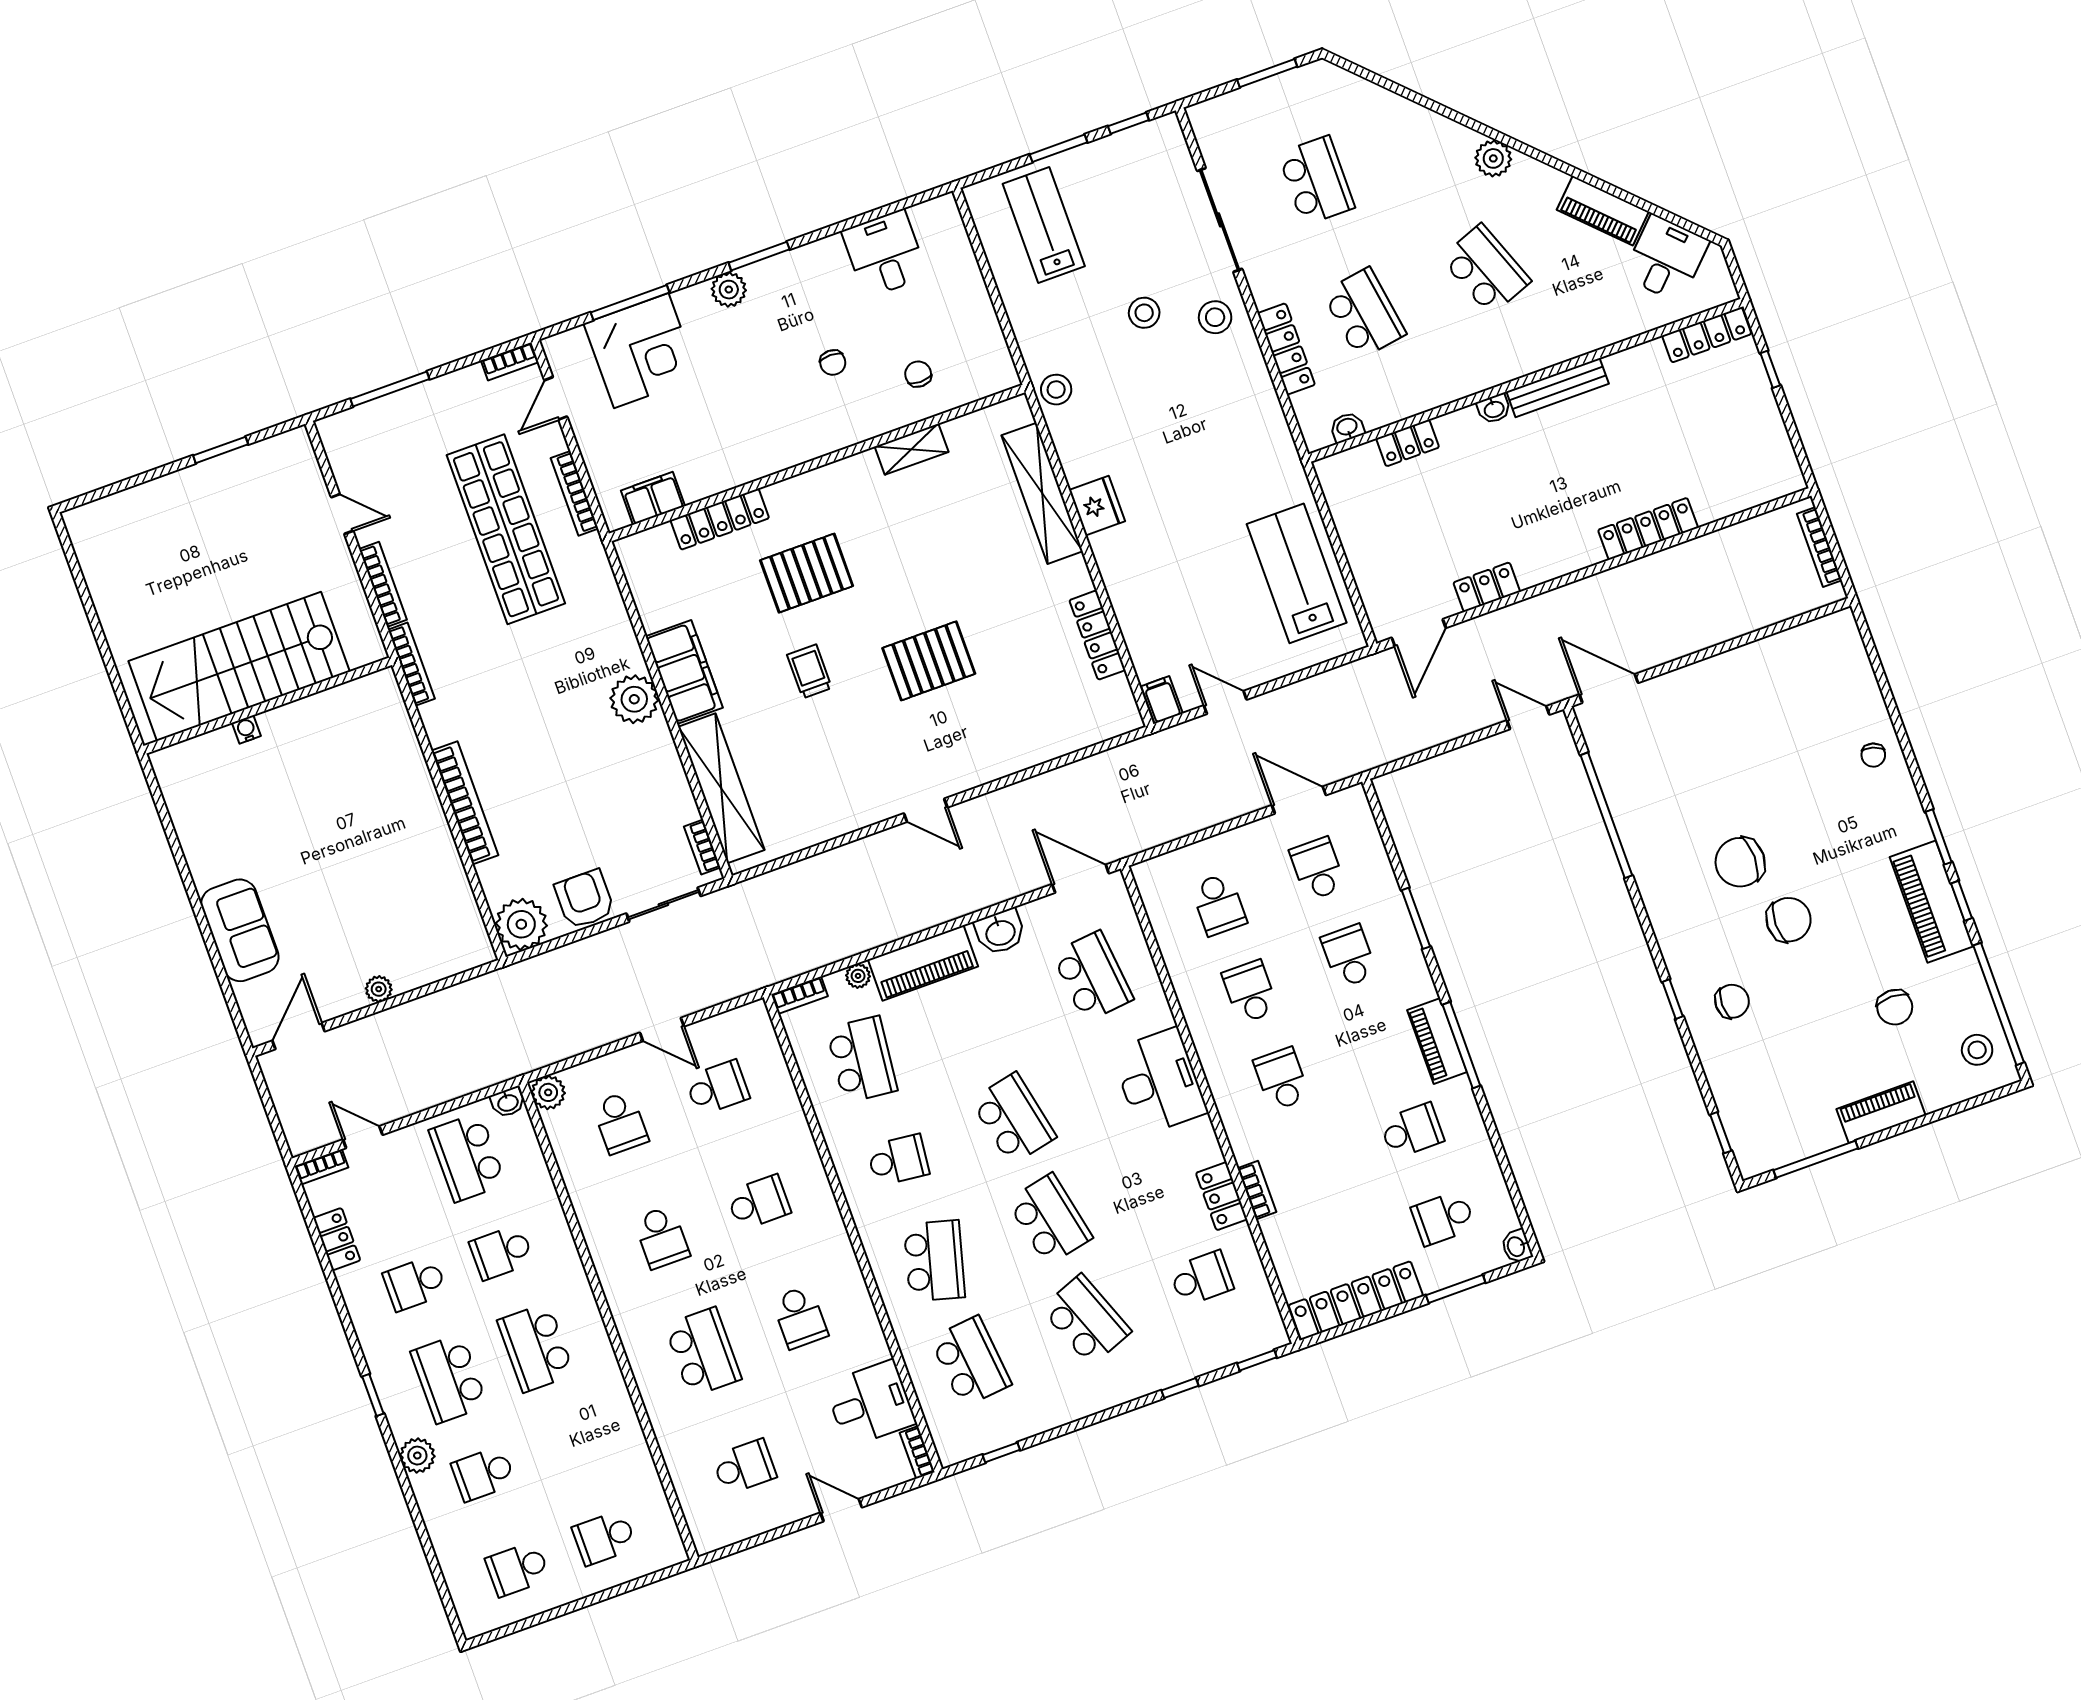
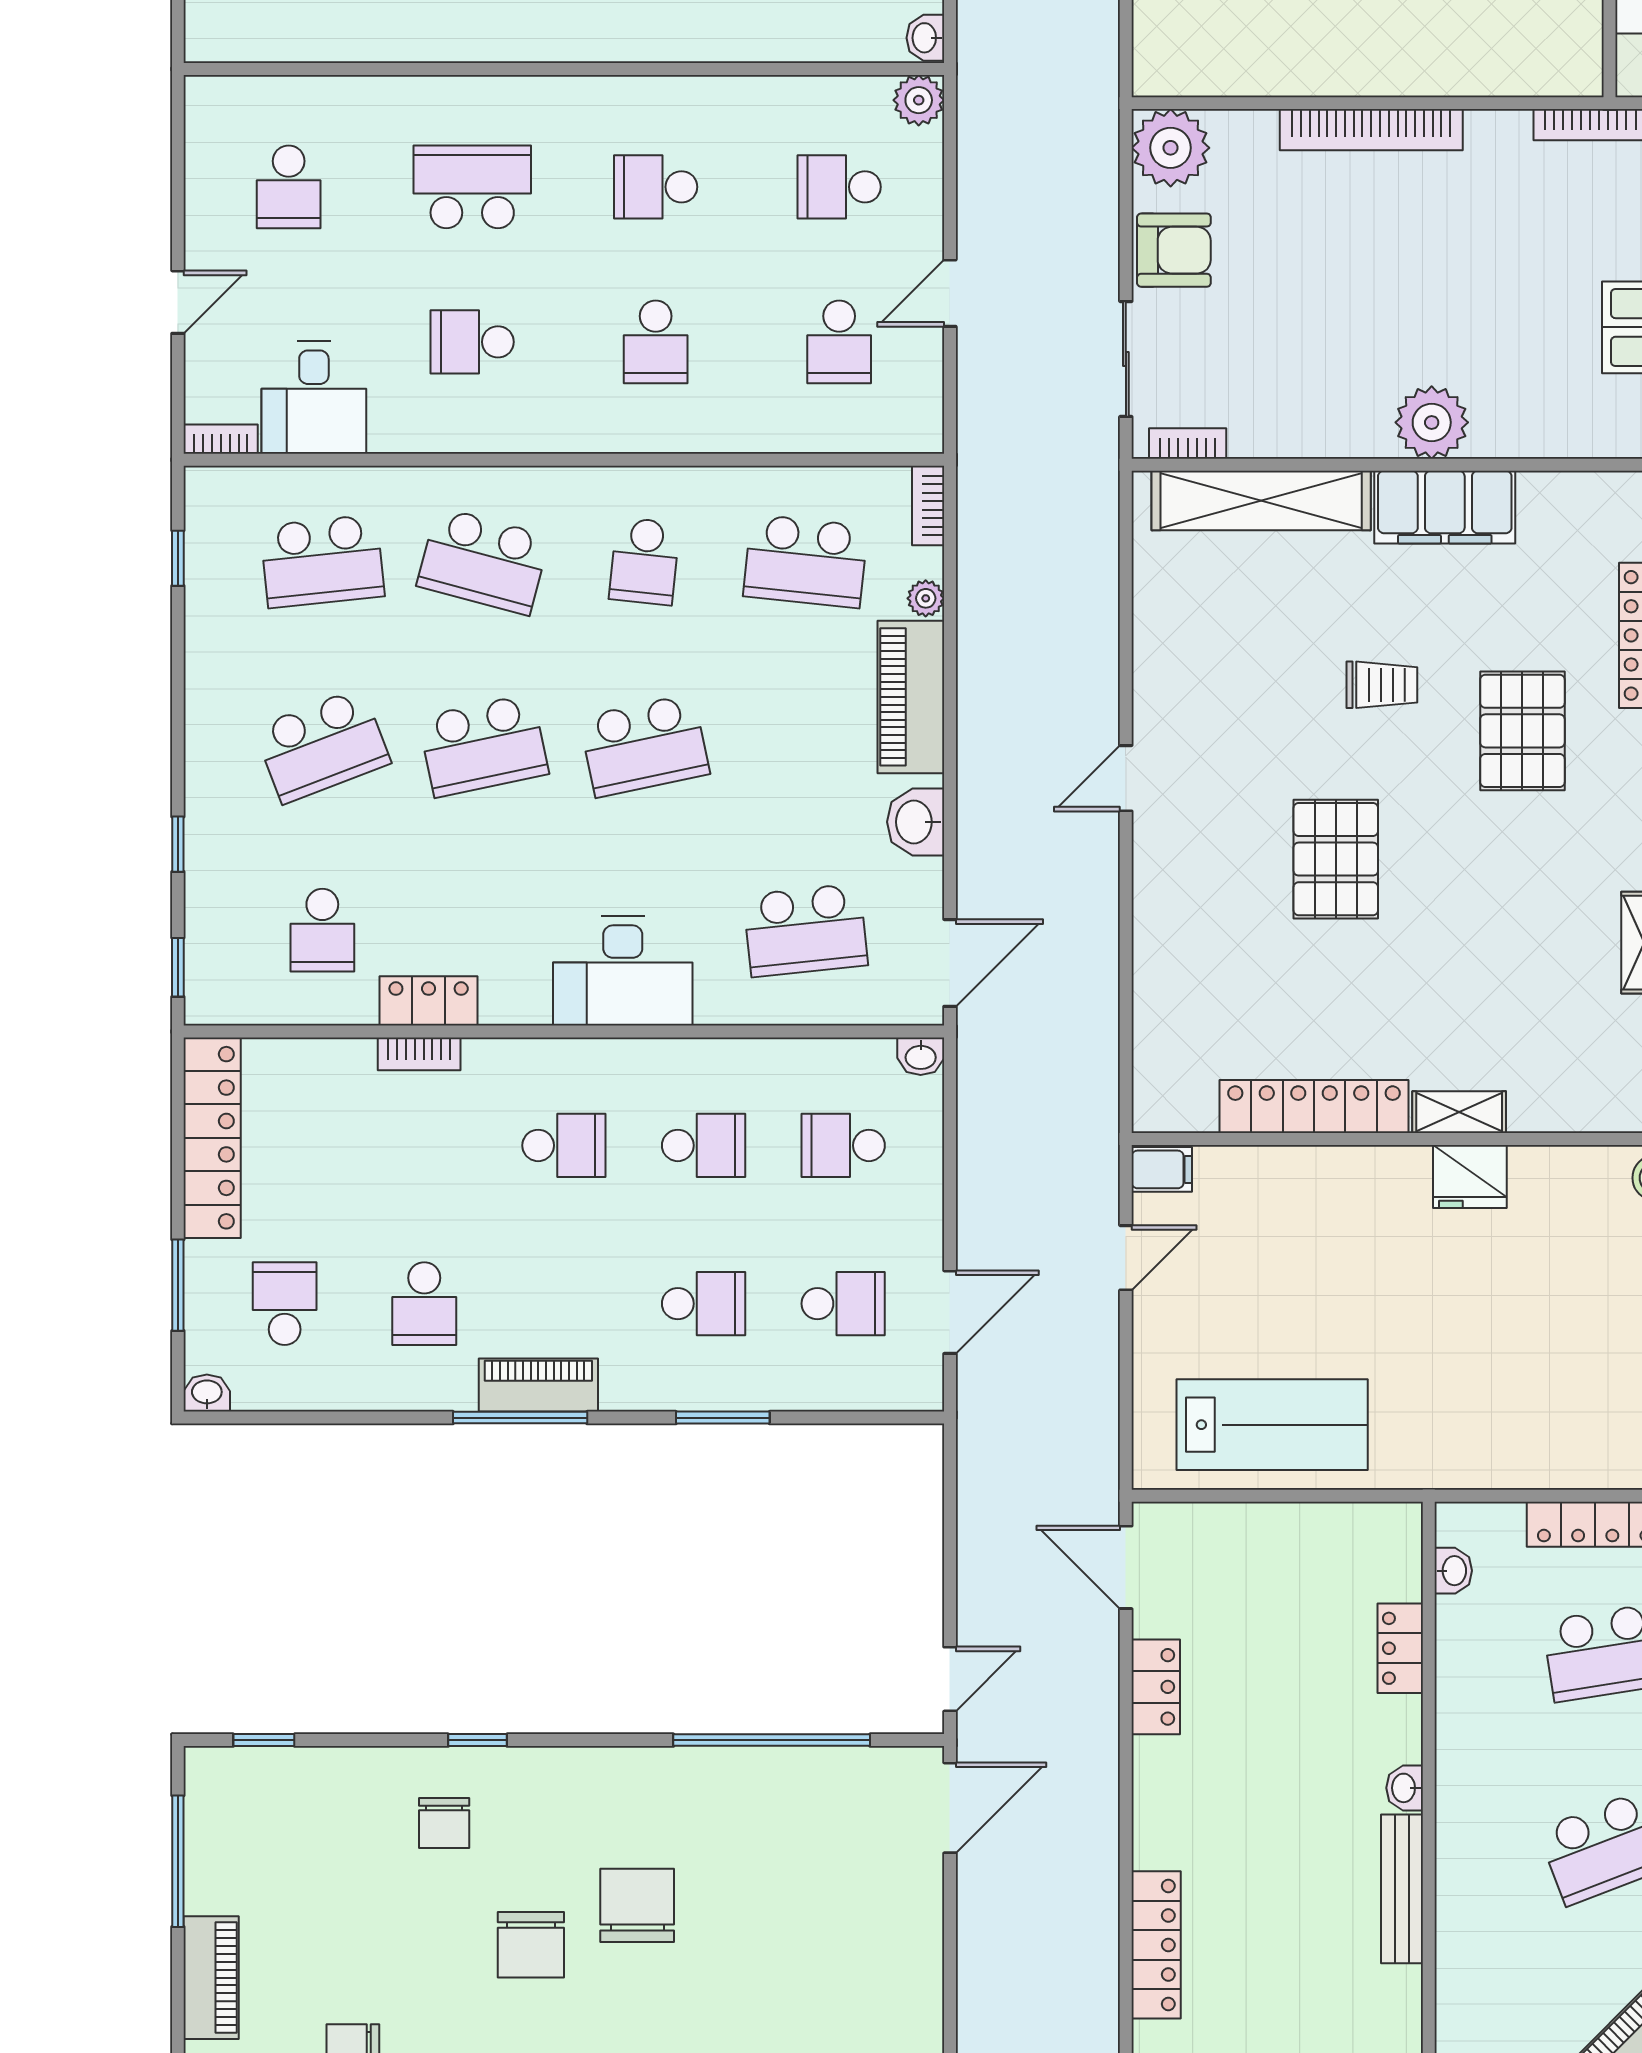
shelving: (1042, 493) -> (1459, 1112), width x0.45, depth x0.75
locker: (1097, 635) -> (1314, 1106), width x1.41, depth x1.21
washbasin: (1145, 876) -> (921, 1056), added
school desk: (703, 1352) -> (472, 187), turned 180

